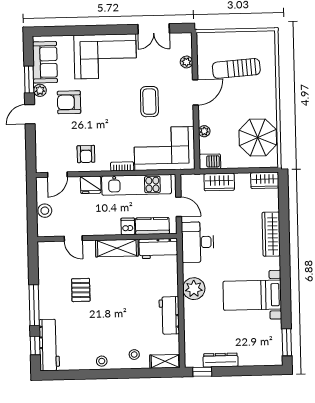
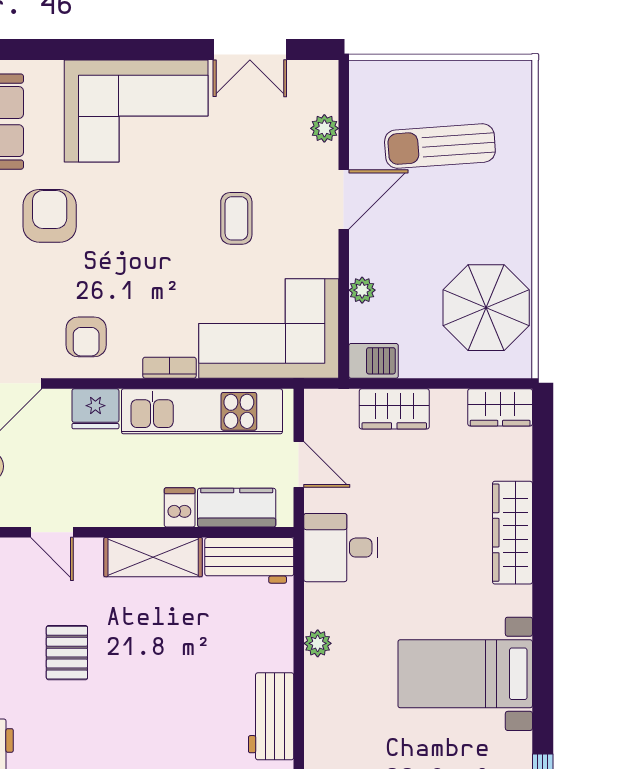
armchair: (69, 102) -> (50, 216), turned 90
coffee table: (149, 102) -> (236, 218), width x0.73, depth x0.77
desk: (198, 242) -> (341, 548), width x0.73
plant: (194, 289) -> (318, 643), width x0.53, depth x0.53

